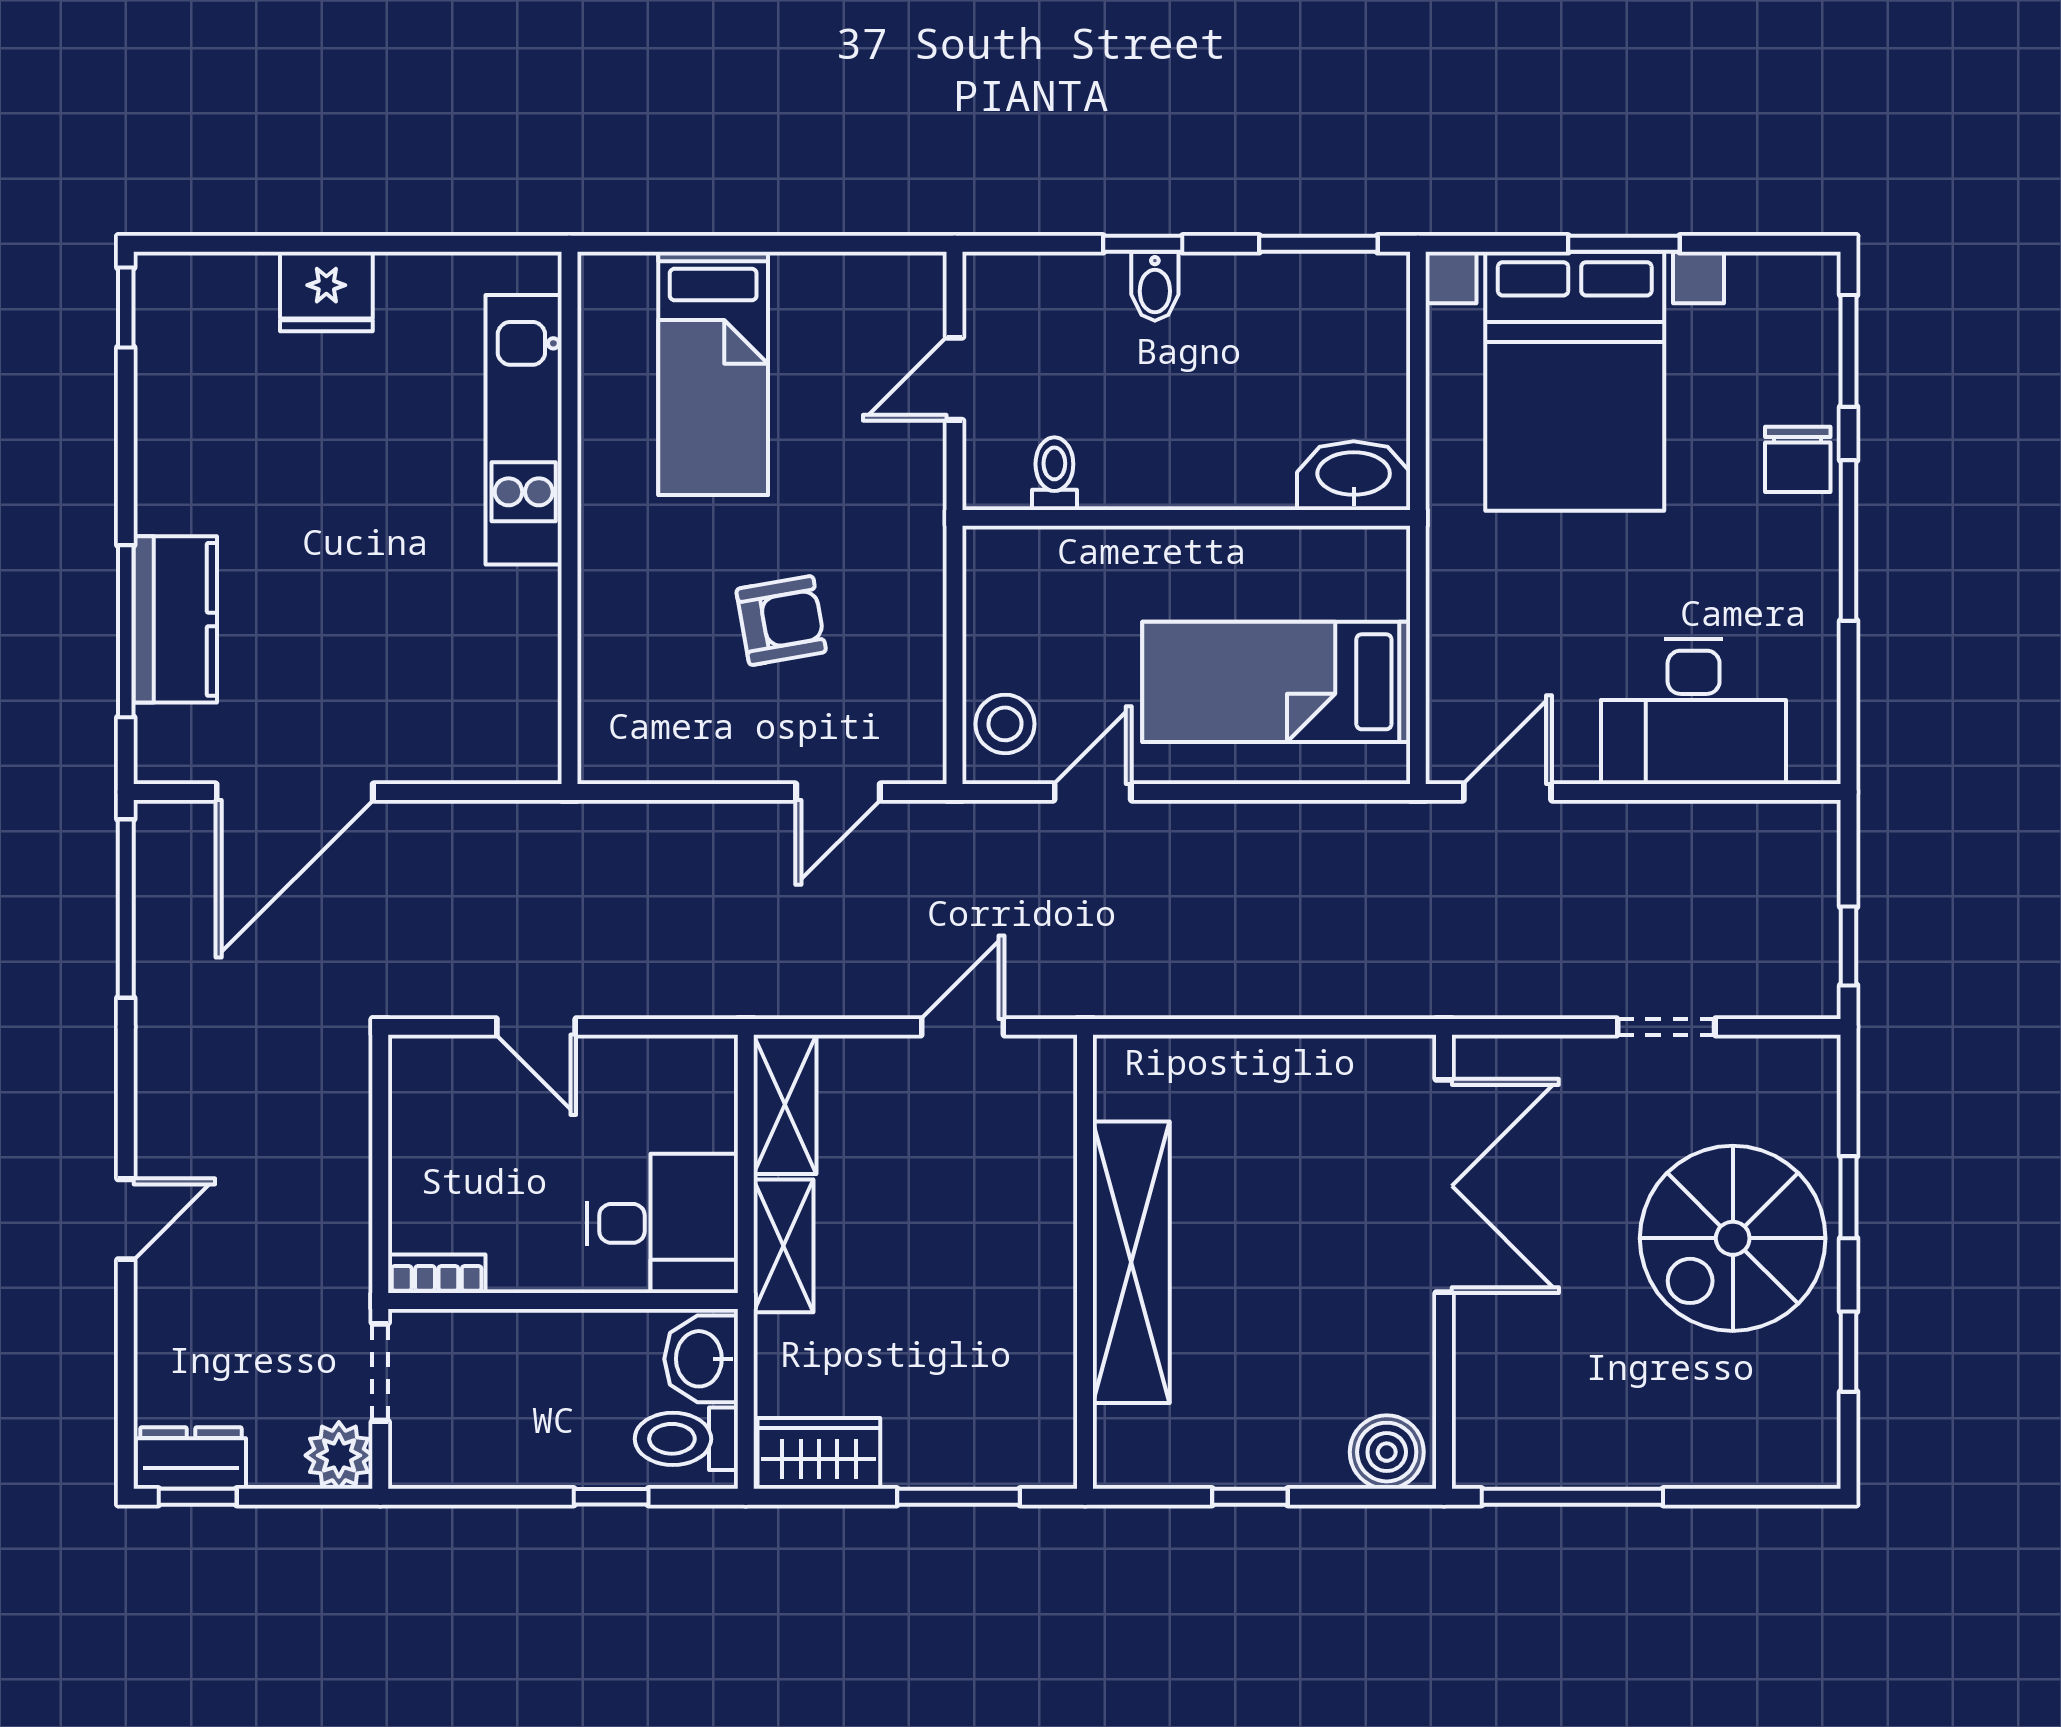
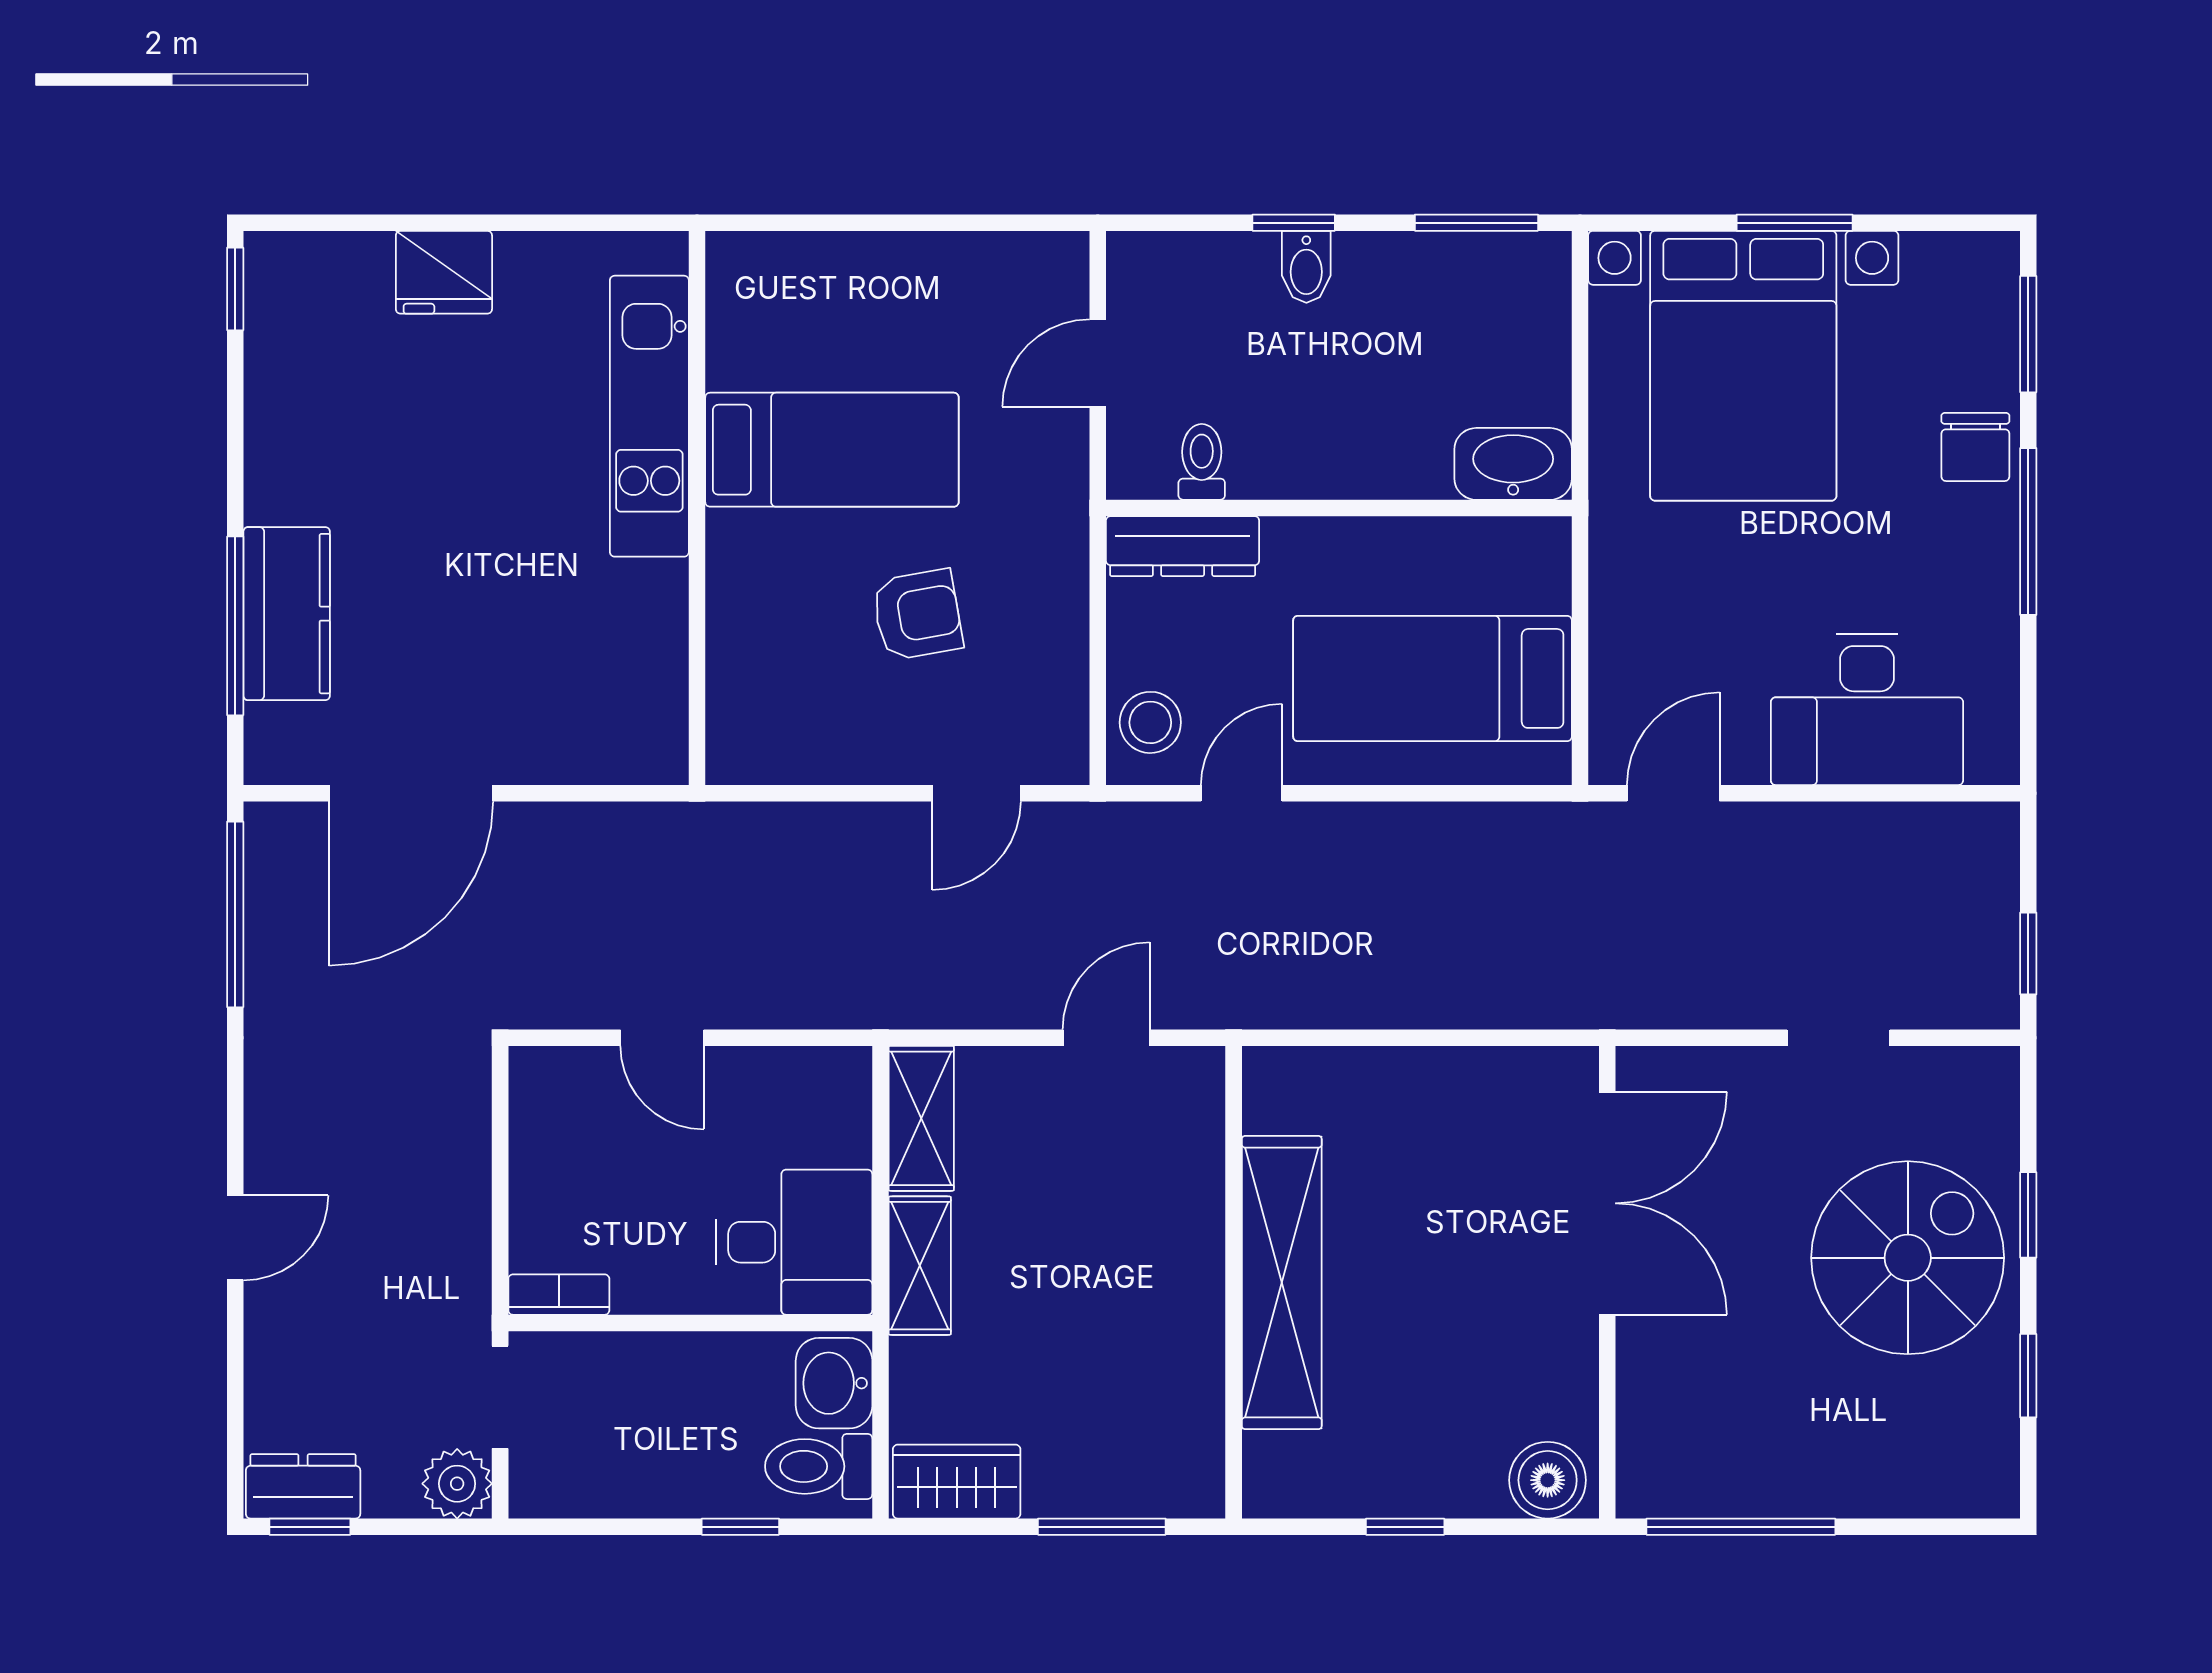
bed: (713, 373) -> (832, 450), moved, turned -90
dresser: (1036, 555) -> (1183, 546), added
spiral stairs: (1733, 1238) -> (1908, 1258), turned 180

